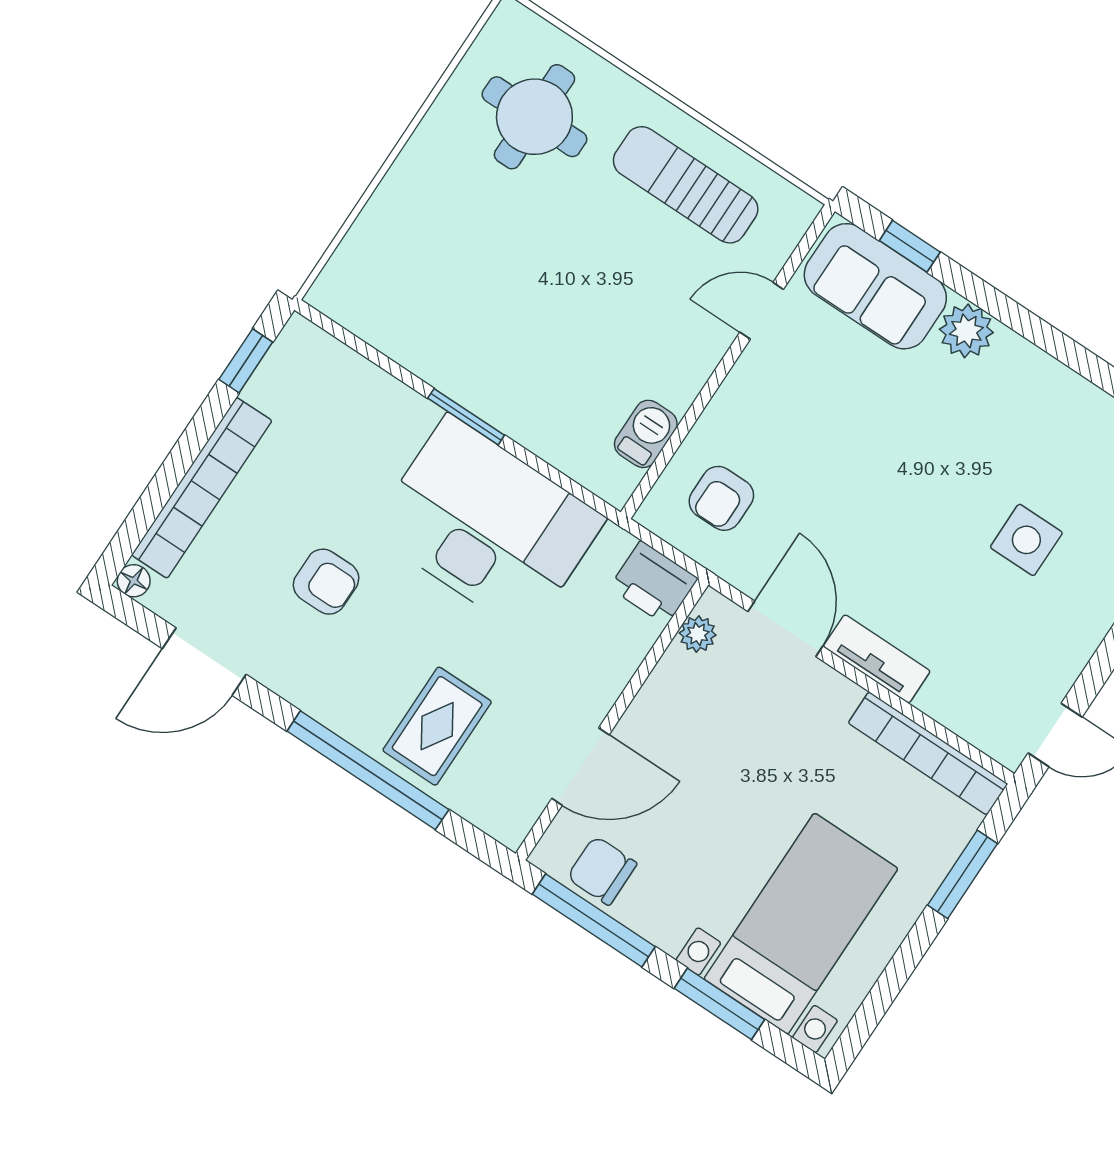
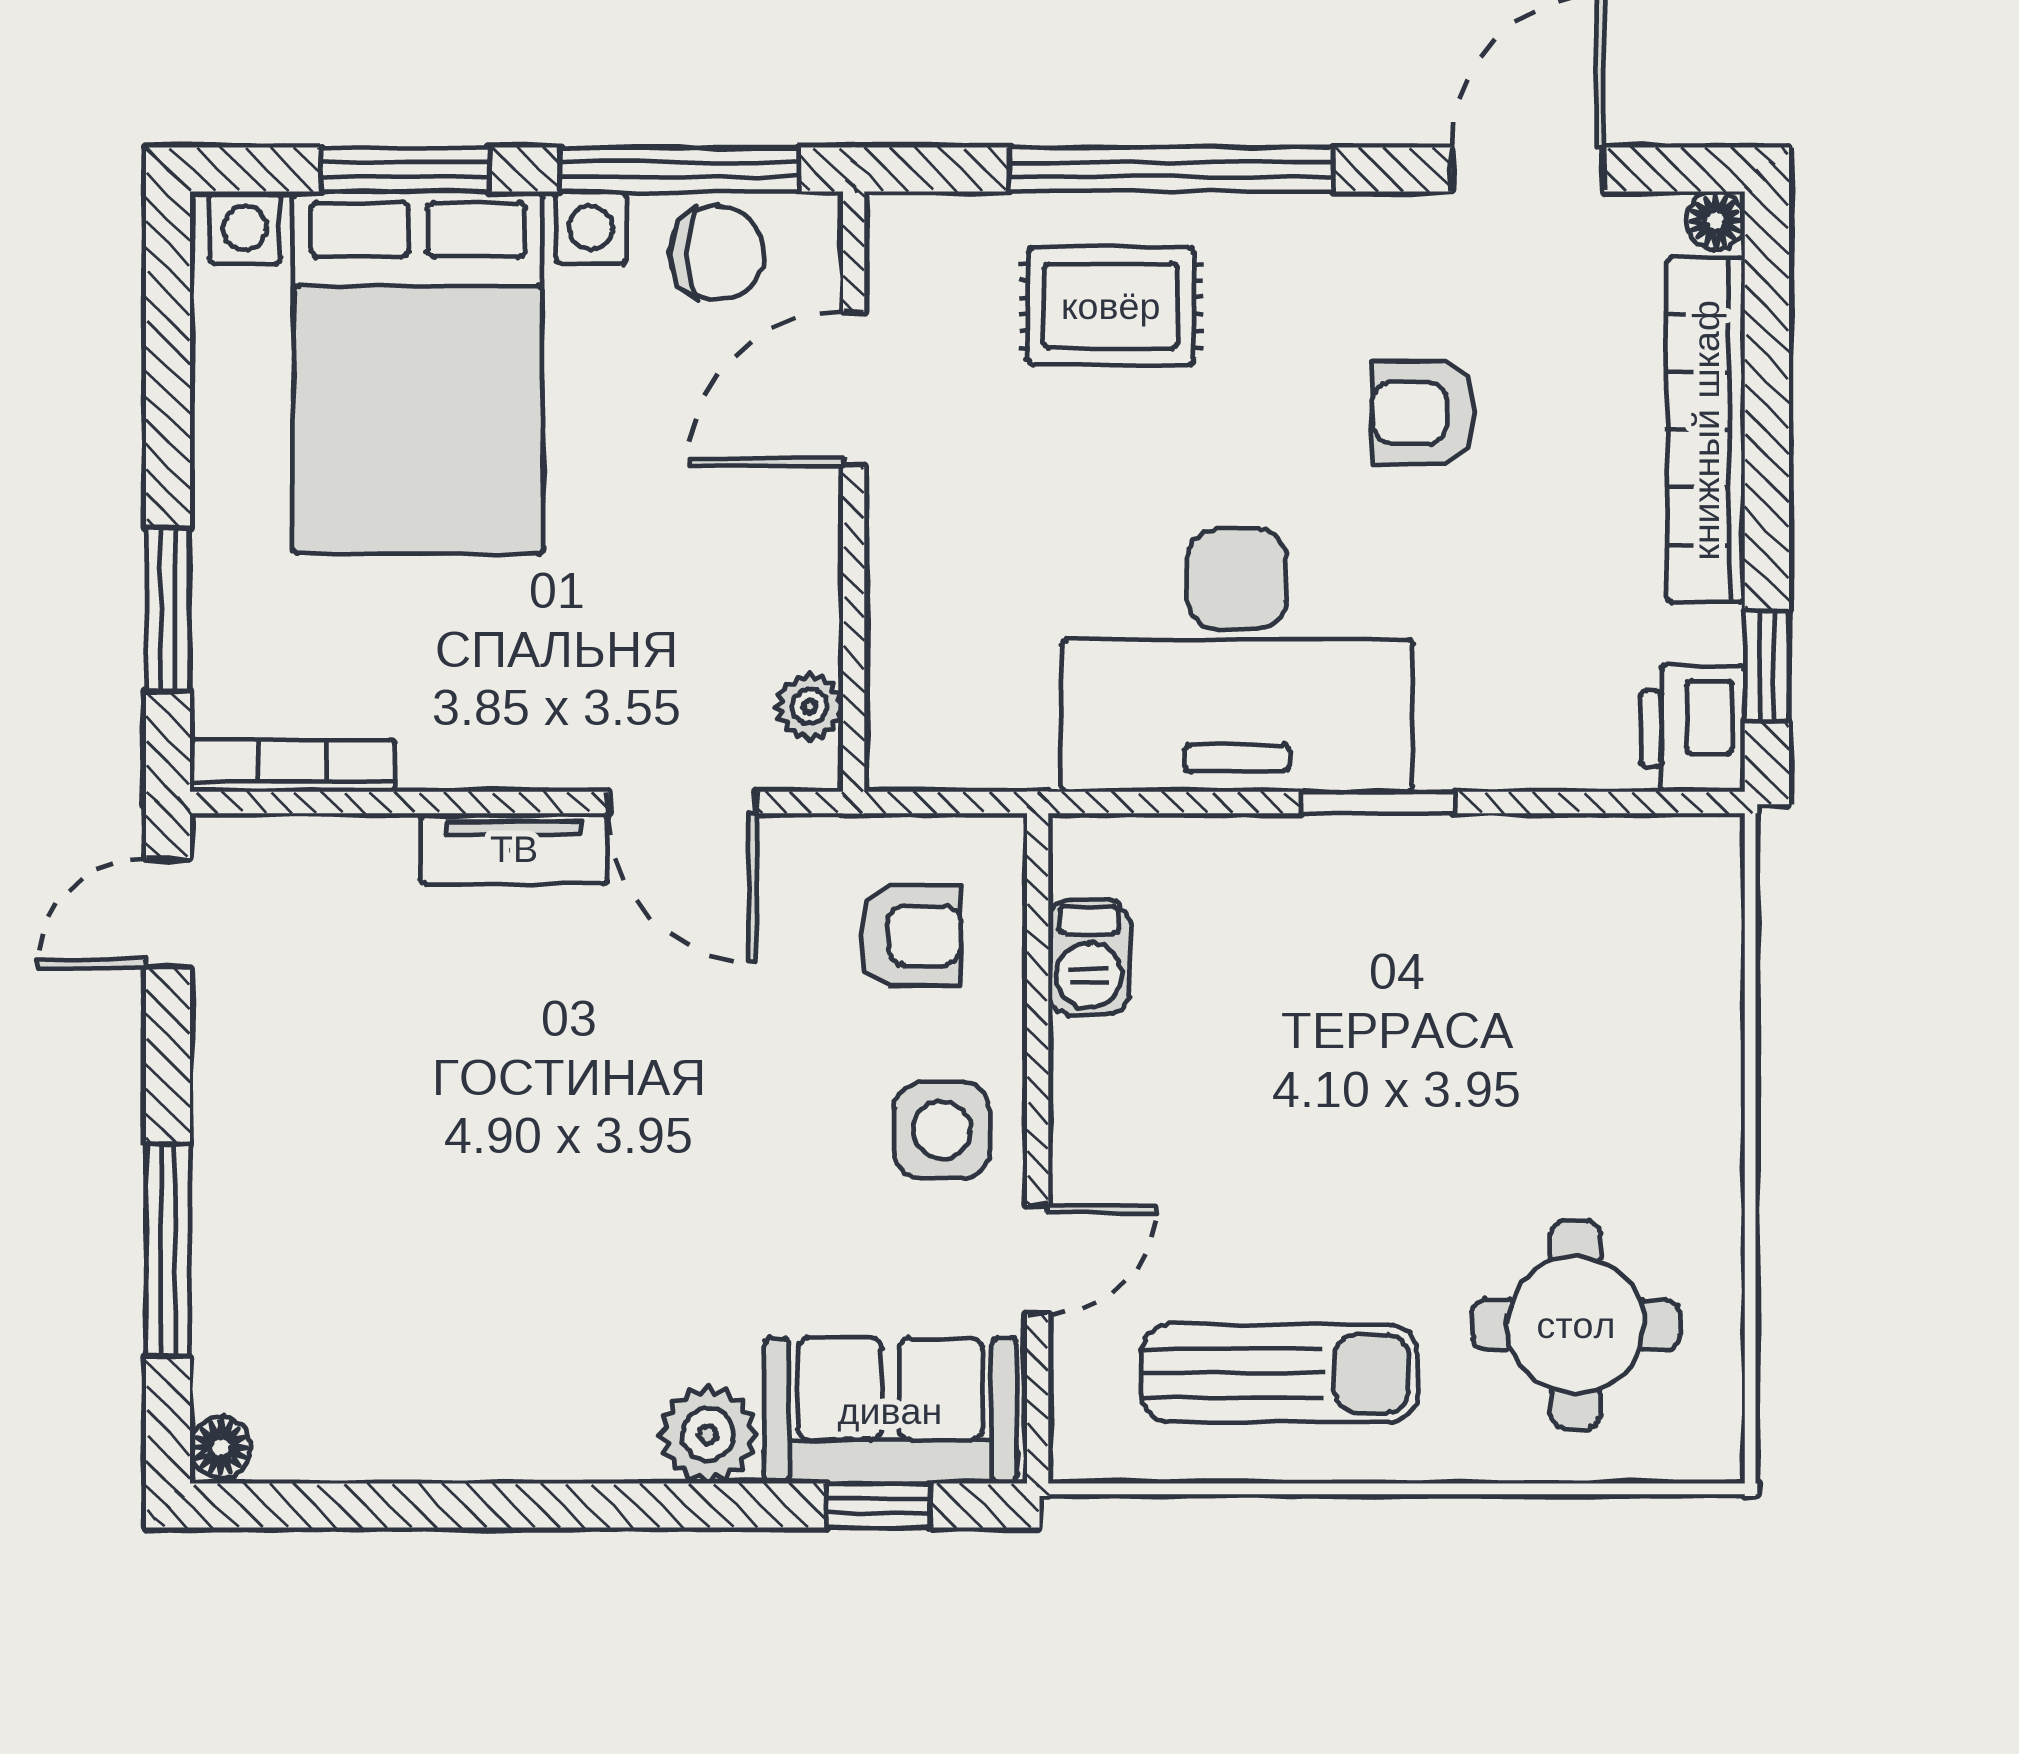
armchair: (721, 498) -> (910, 935), turned 90
side table: (1026, 540) -> (942, 1130), moved
printer: (654, 583) -> (1693, 729), moved, turned -90
rug: (437, 726) -> (1111, 306), turned 90
bookcase: (928, 753) -> (292, 766), width x0.68, depth x0.76
bed with nightstands: (801, 924) -> (418, 372), width x1.36

